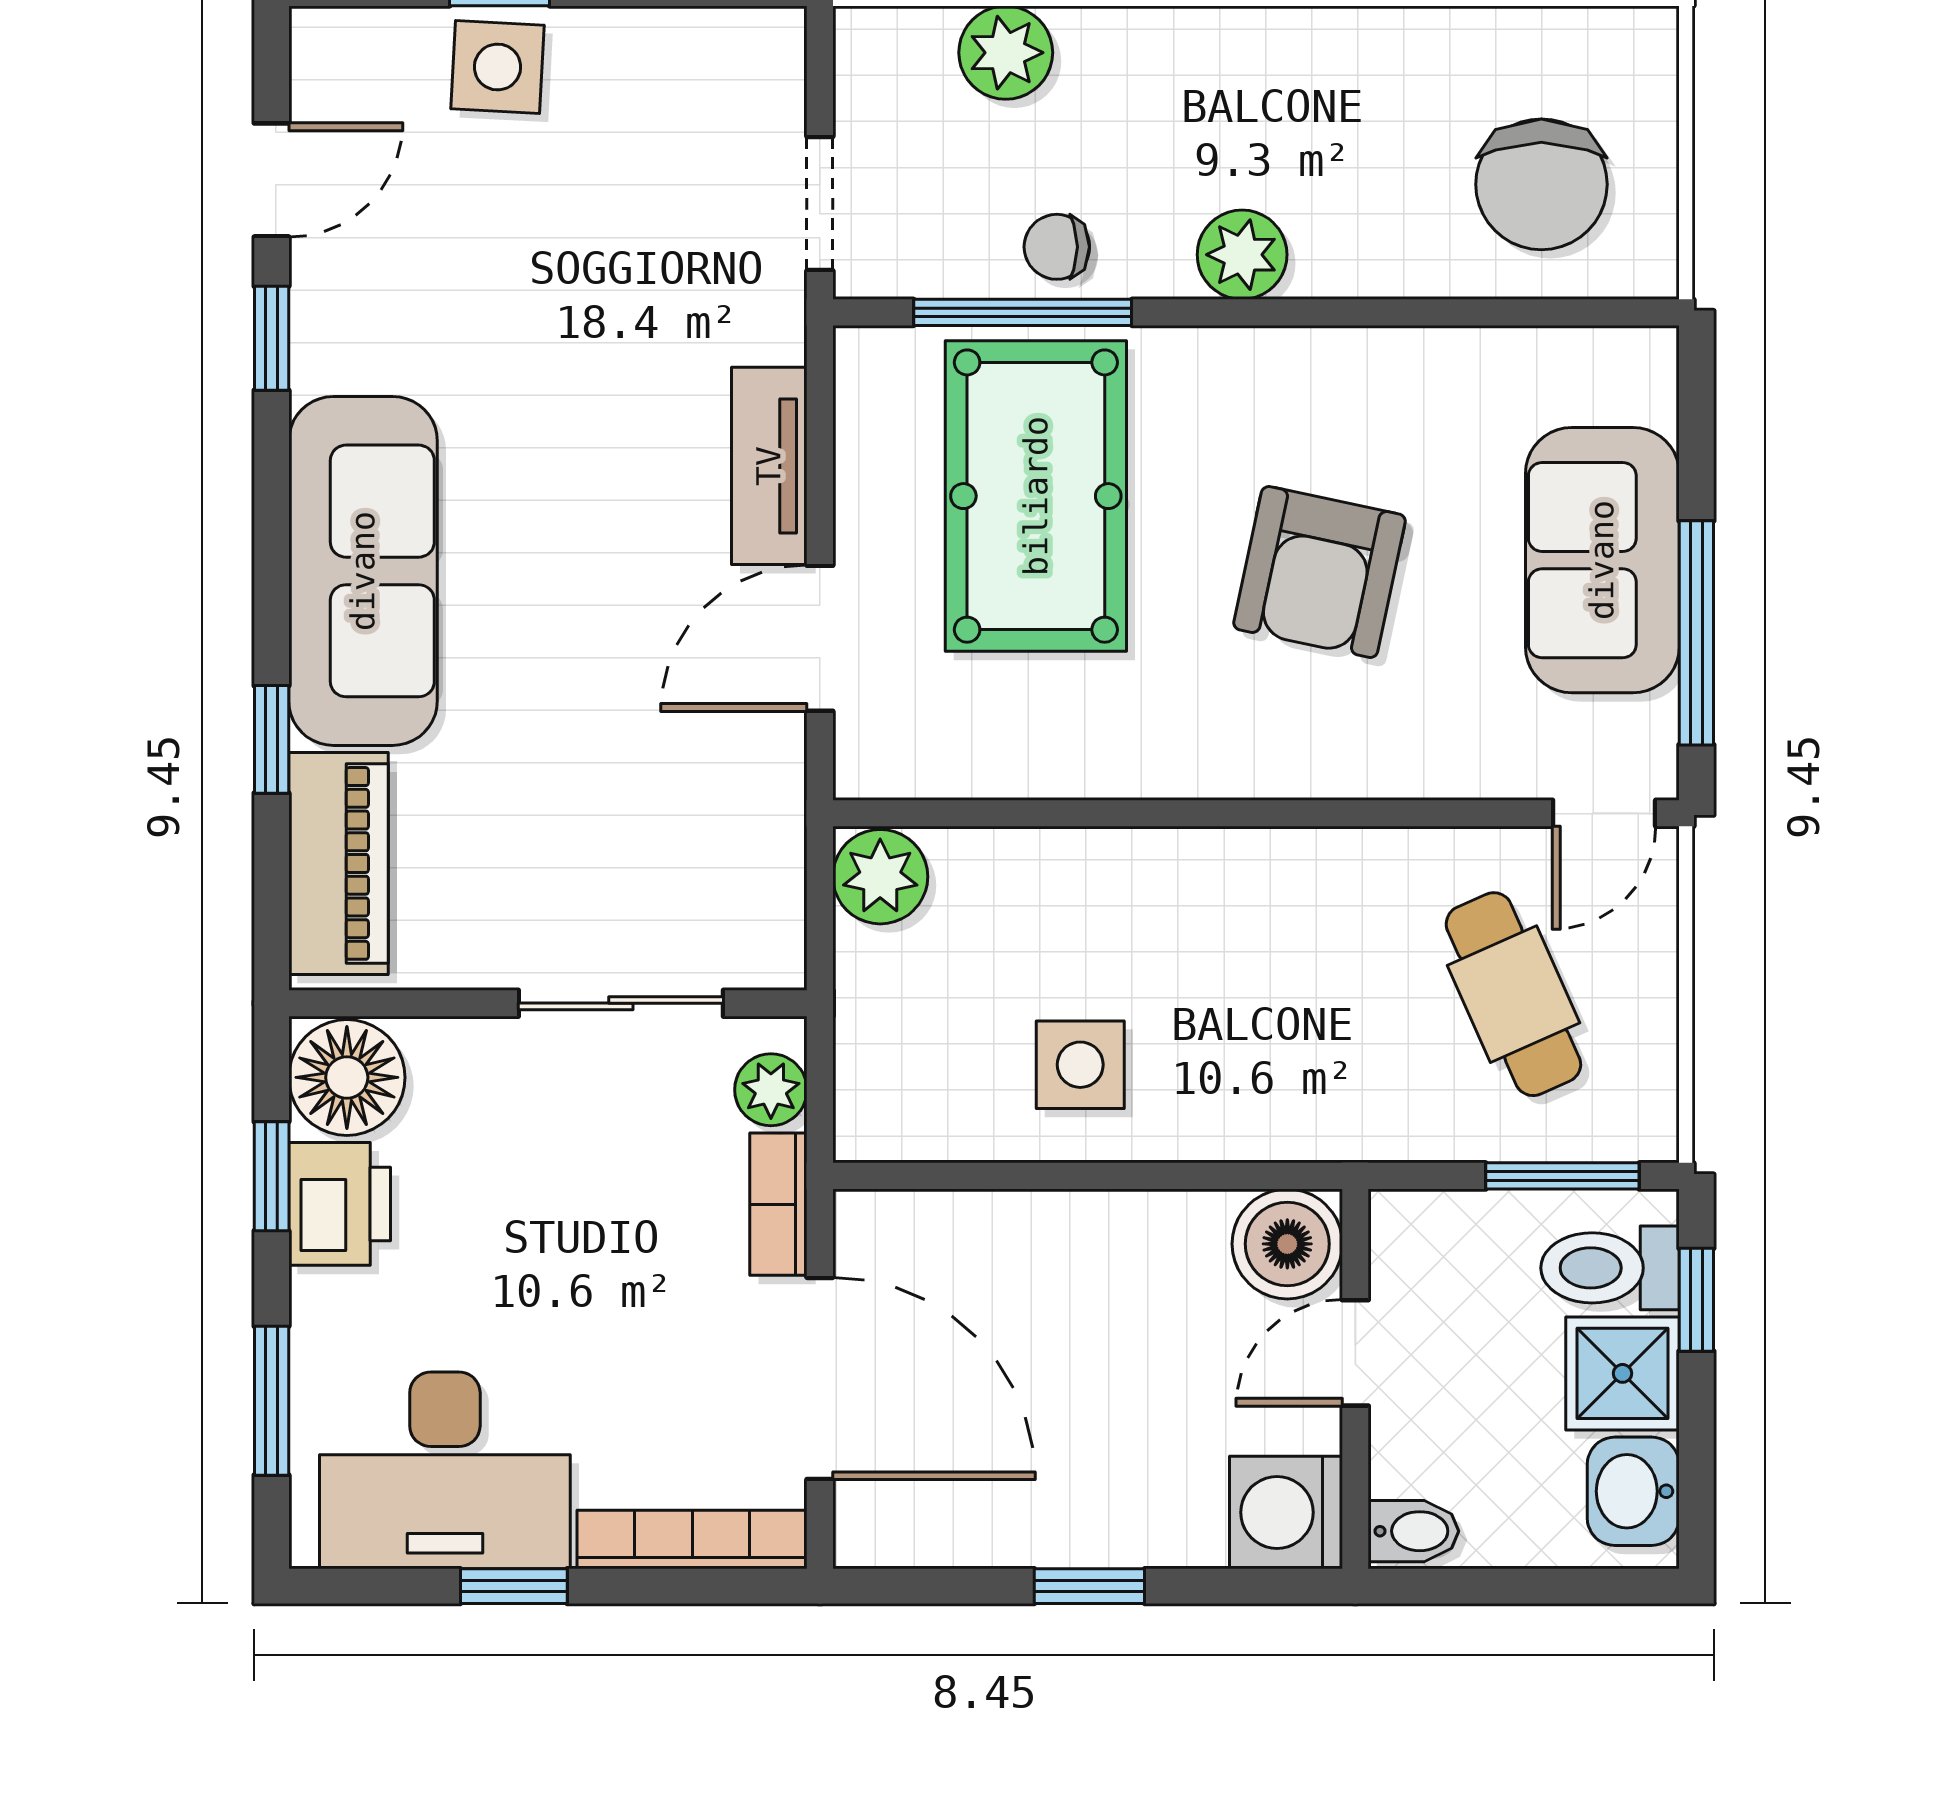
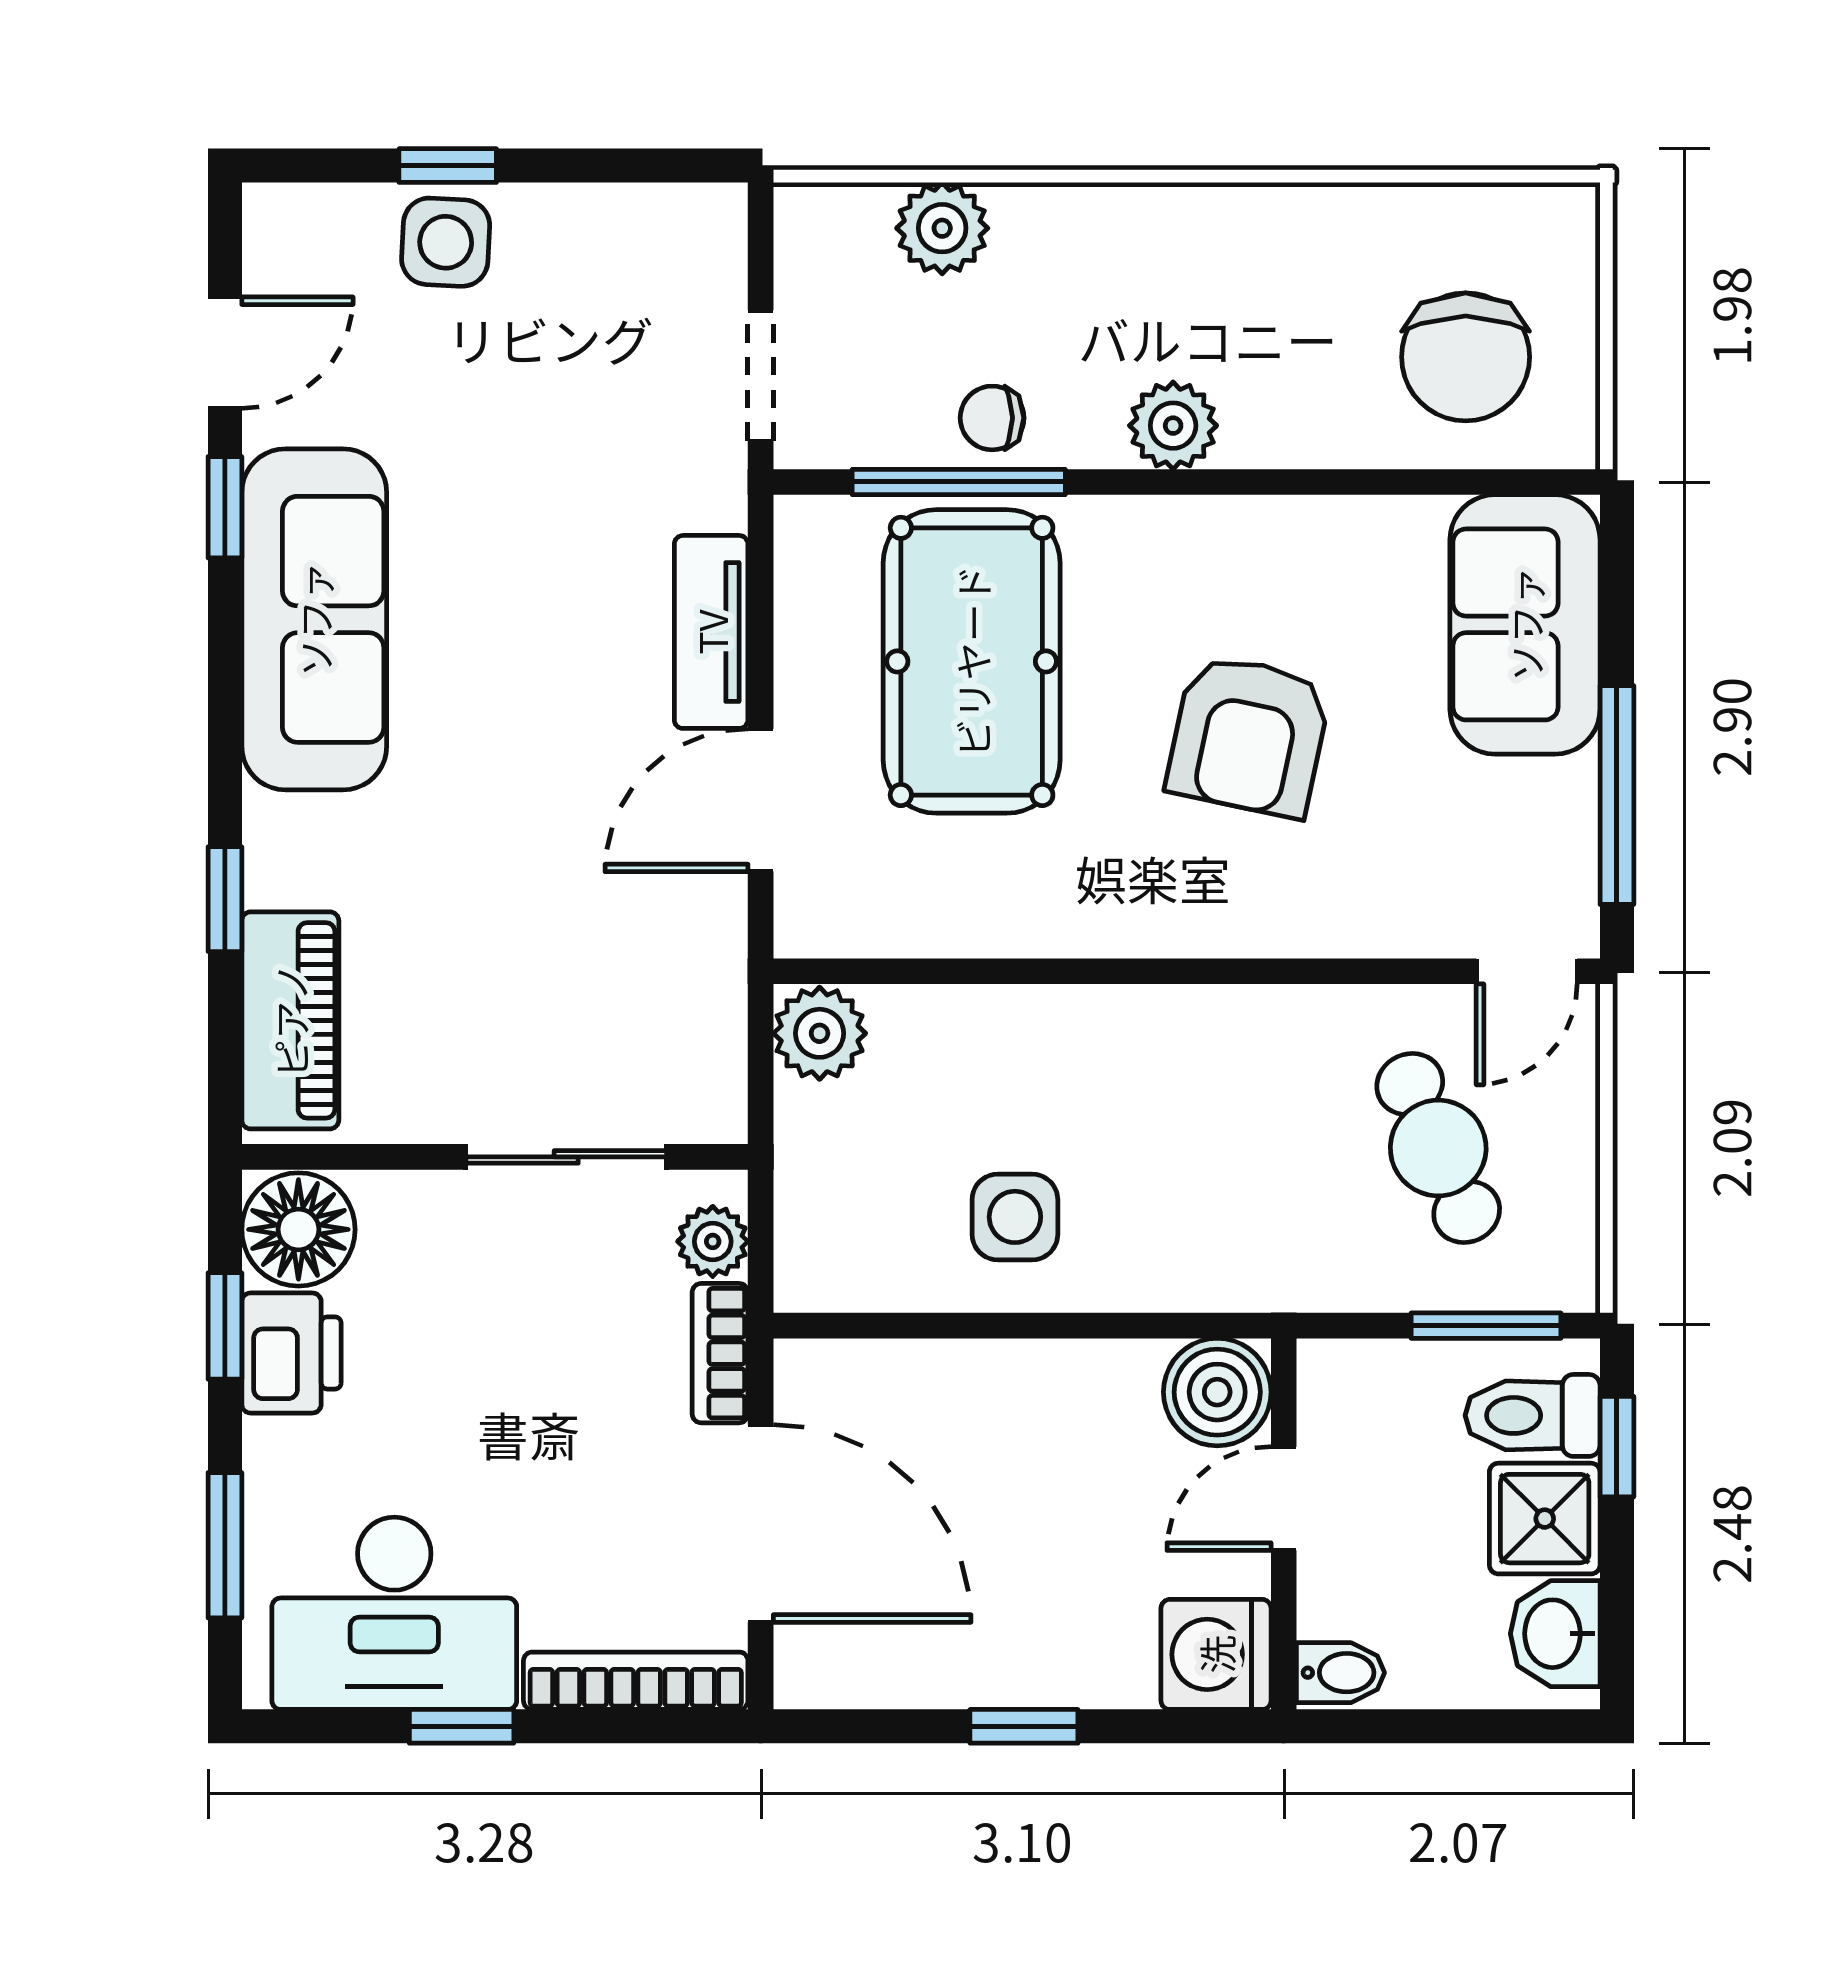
sofa: (1602, 560) -> (1525, 624), moved
sofa: (363, 571) -> (314, 619), moved

